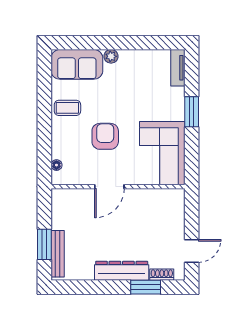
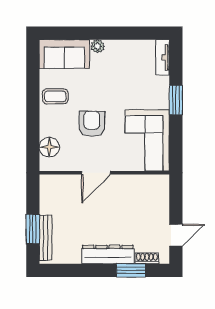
floor lamp: (56, 165) -> (49, 147), width x1.89, depth x1.89

